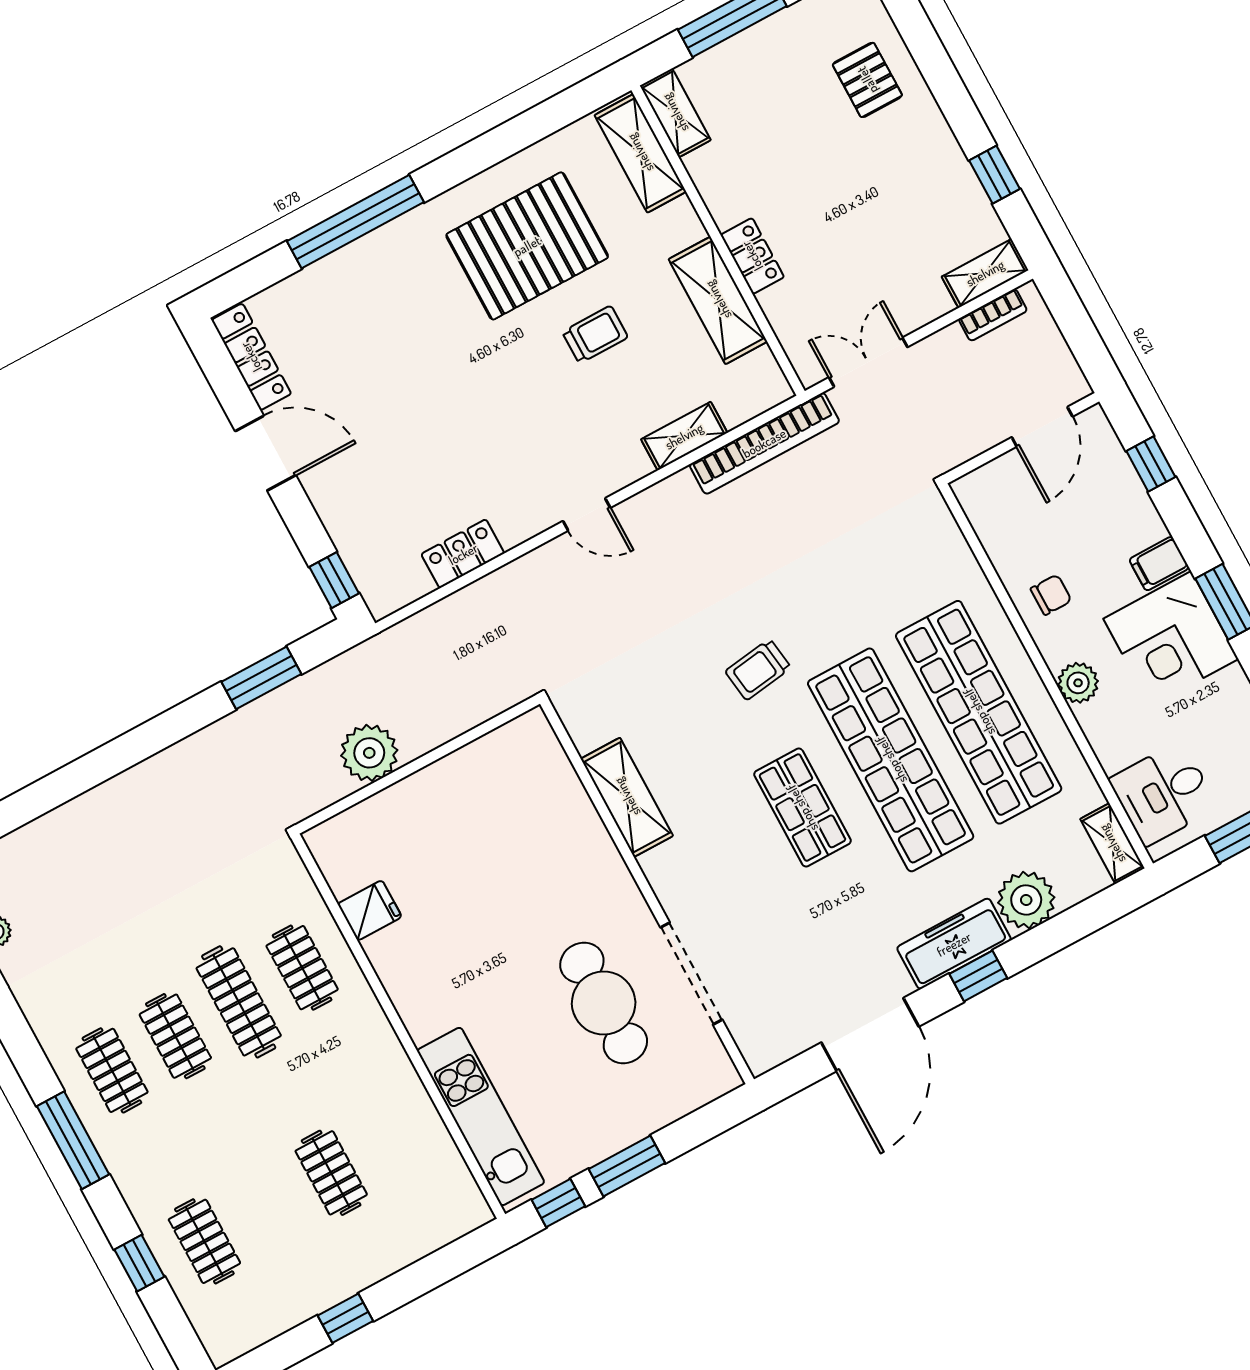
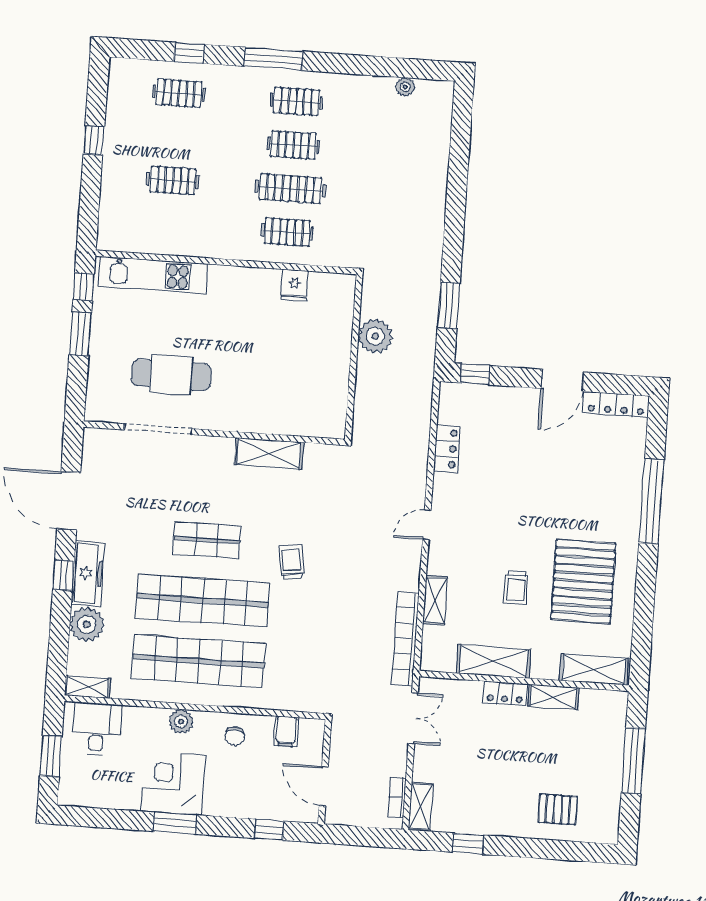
shelving: (675, 113) -> (553, 697), moved
filing cabinet: (1159, 564) -> (286, 732), moved, turned 180

